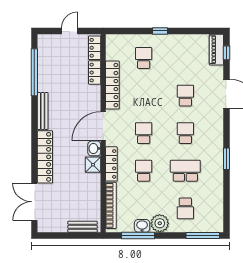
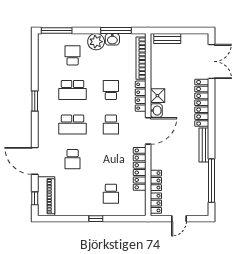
piano: (216, 50) -> (46, 196), width x1.37, depth x1.33
school desk: (185, 133) -> (73, 125), width x1.85
school desk: (144, 171) -> (111, 90), turned 180

